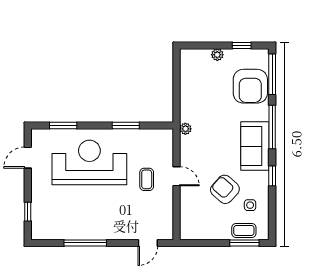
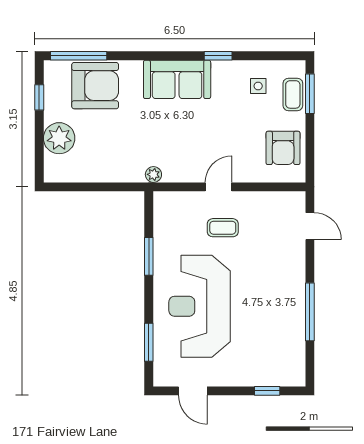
plant: (217, 55) -> (59, 138), width x1.87, depth x1.87
window: (272, 127) -> (151, 56), removed
armchair: (225, 189) -> (283, 148), moved, turned -42

